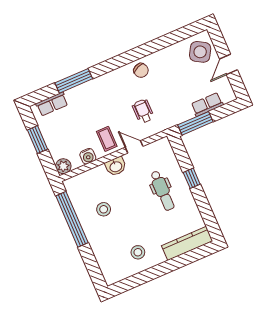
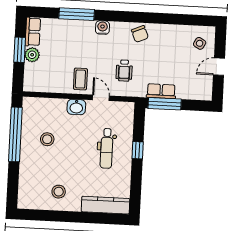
side table: (200, 52) -> (200, 43), width x0.54, depth x0.54
row of seats: (52, 104) -> (33, 32), moved, turned -90
row of seats: (207, 104) -> (161, 91), moved
wheelchair: (143, 111) -> (124, 71), turned 180
water cooler: (88, 156) -> (102, 28), moved, turned 180
plant: (63, 166) -> (32, 55), moved

